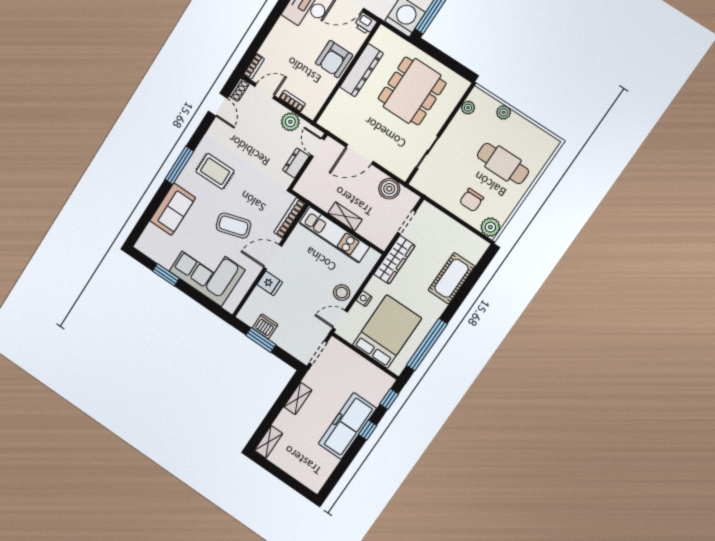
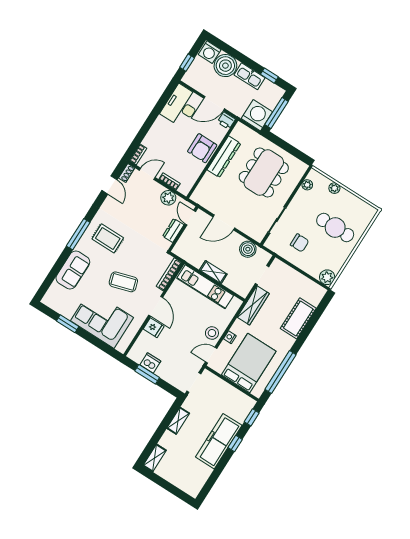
chair: (472, 200) -> (300, 243), moved, turned -90
door: (273, 257) -> (156, 306), swing flipped

